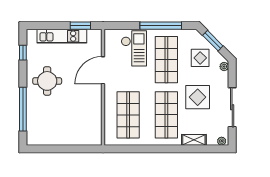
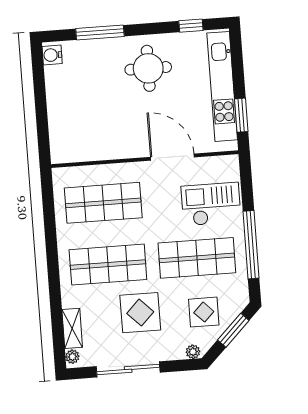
kitchen unit: (62, 36) -> (222, 86), width x1.36
checkout: (134, 48) -> (211, 204), turned 180
window: (23, 109) -> (100, 33), width x0.68
water cooler: (34, 140) -> (52, 55), added
shelving: (194, 140) -> (72, 328), moved

